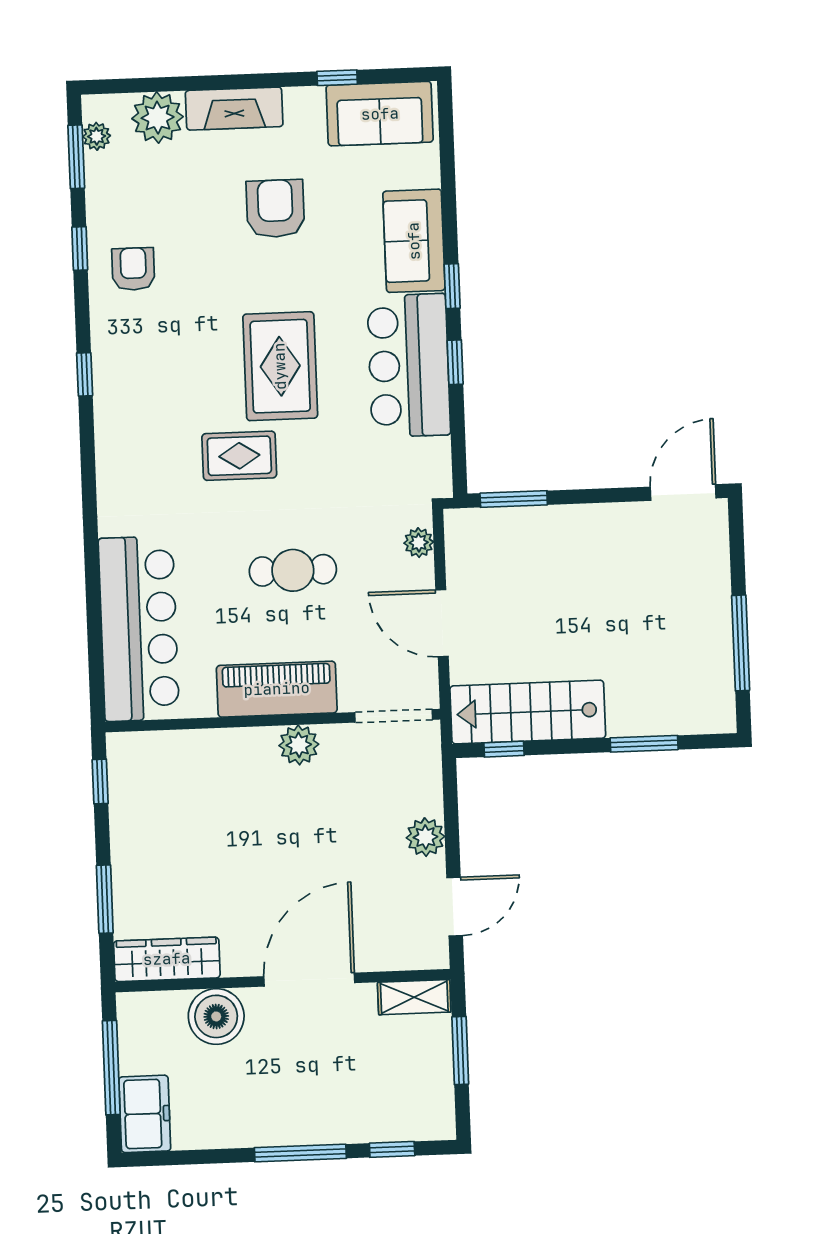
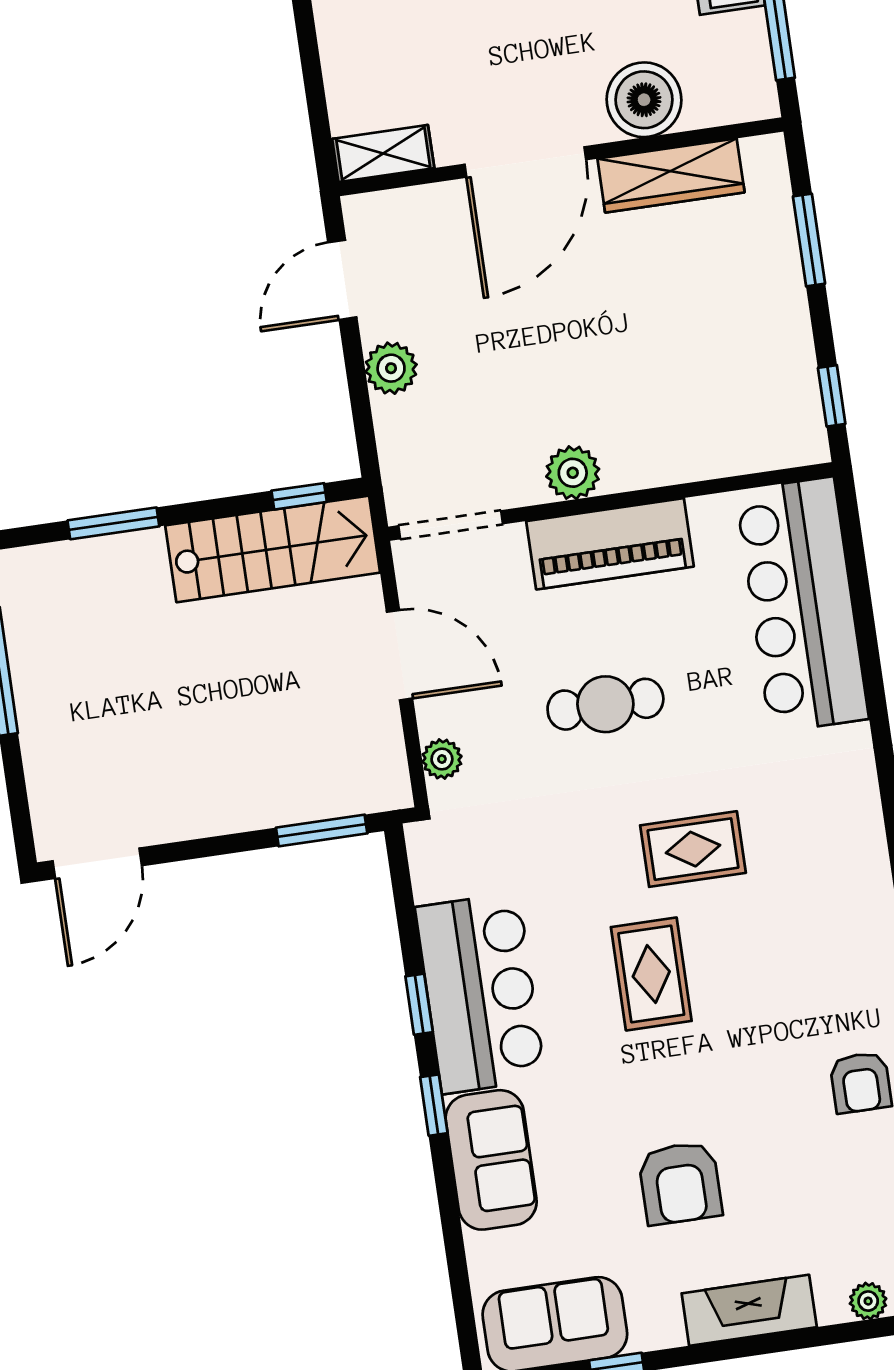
plant: (158, 118) -> (868, 1301), width x0.53, depth x0.53
rug: (280, 366) -> (651, 974), width x0.73, depth x0.70
wardrobe: (167, 959) -> (671, 175), moved
window: (460, 1051) -> (314, 89), removed

